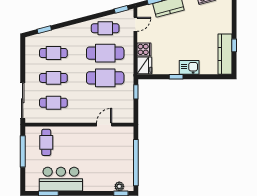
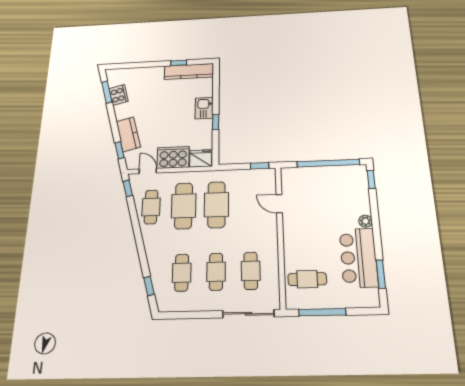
cooker: (144, 49) -> (173, 157), width x1.87, depth x1.31
window: (136, 92) -> (260, 166), moved
plant: (119, 186) -> (365, 221), moved

